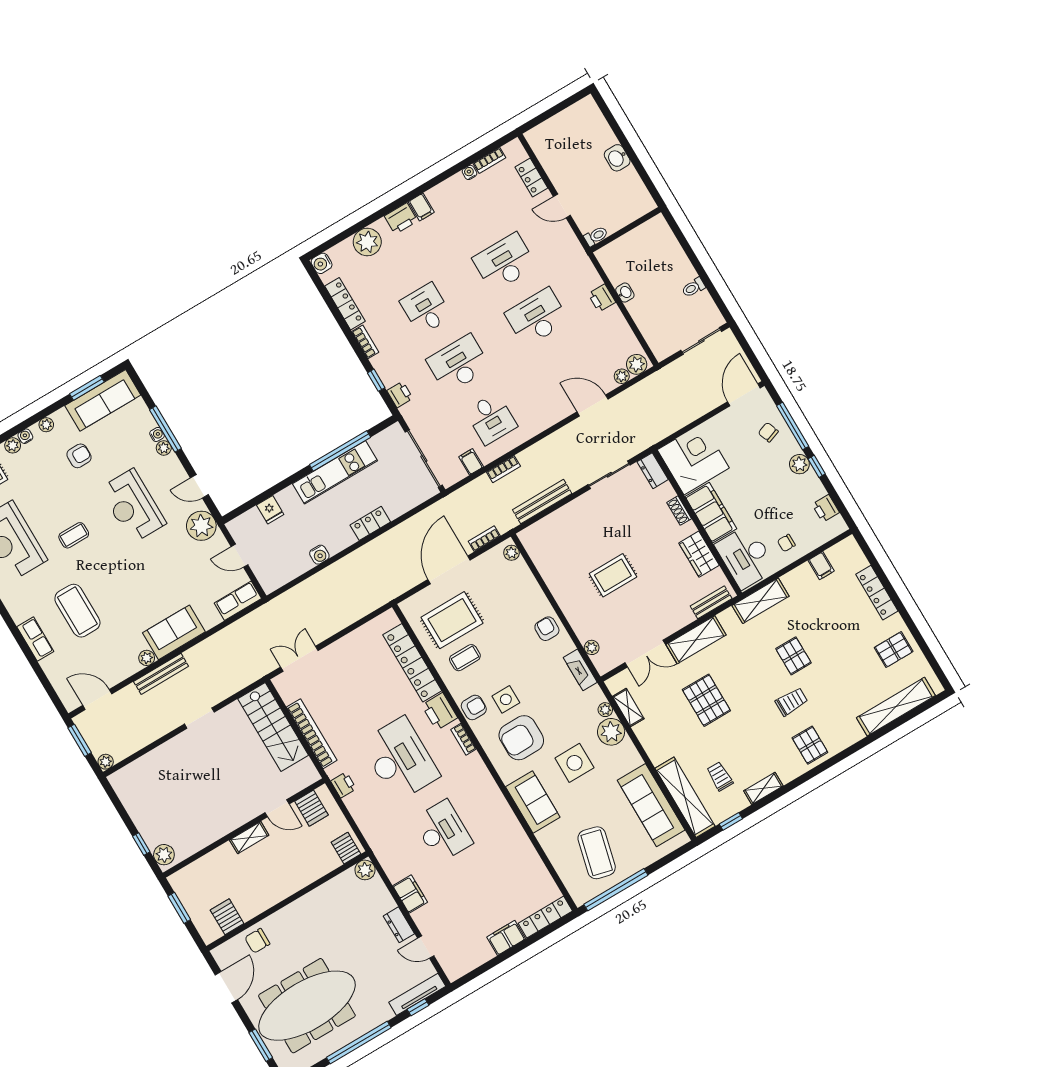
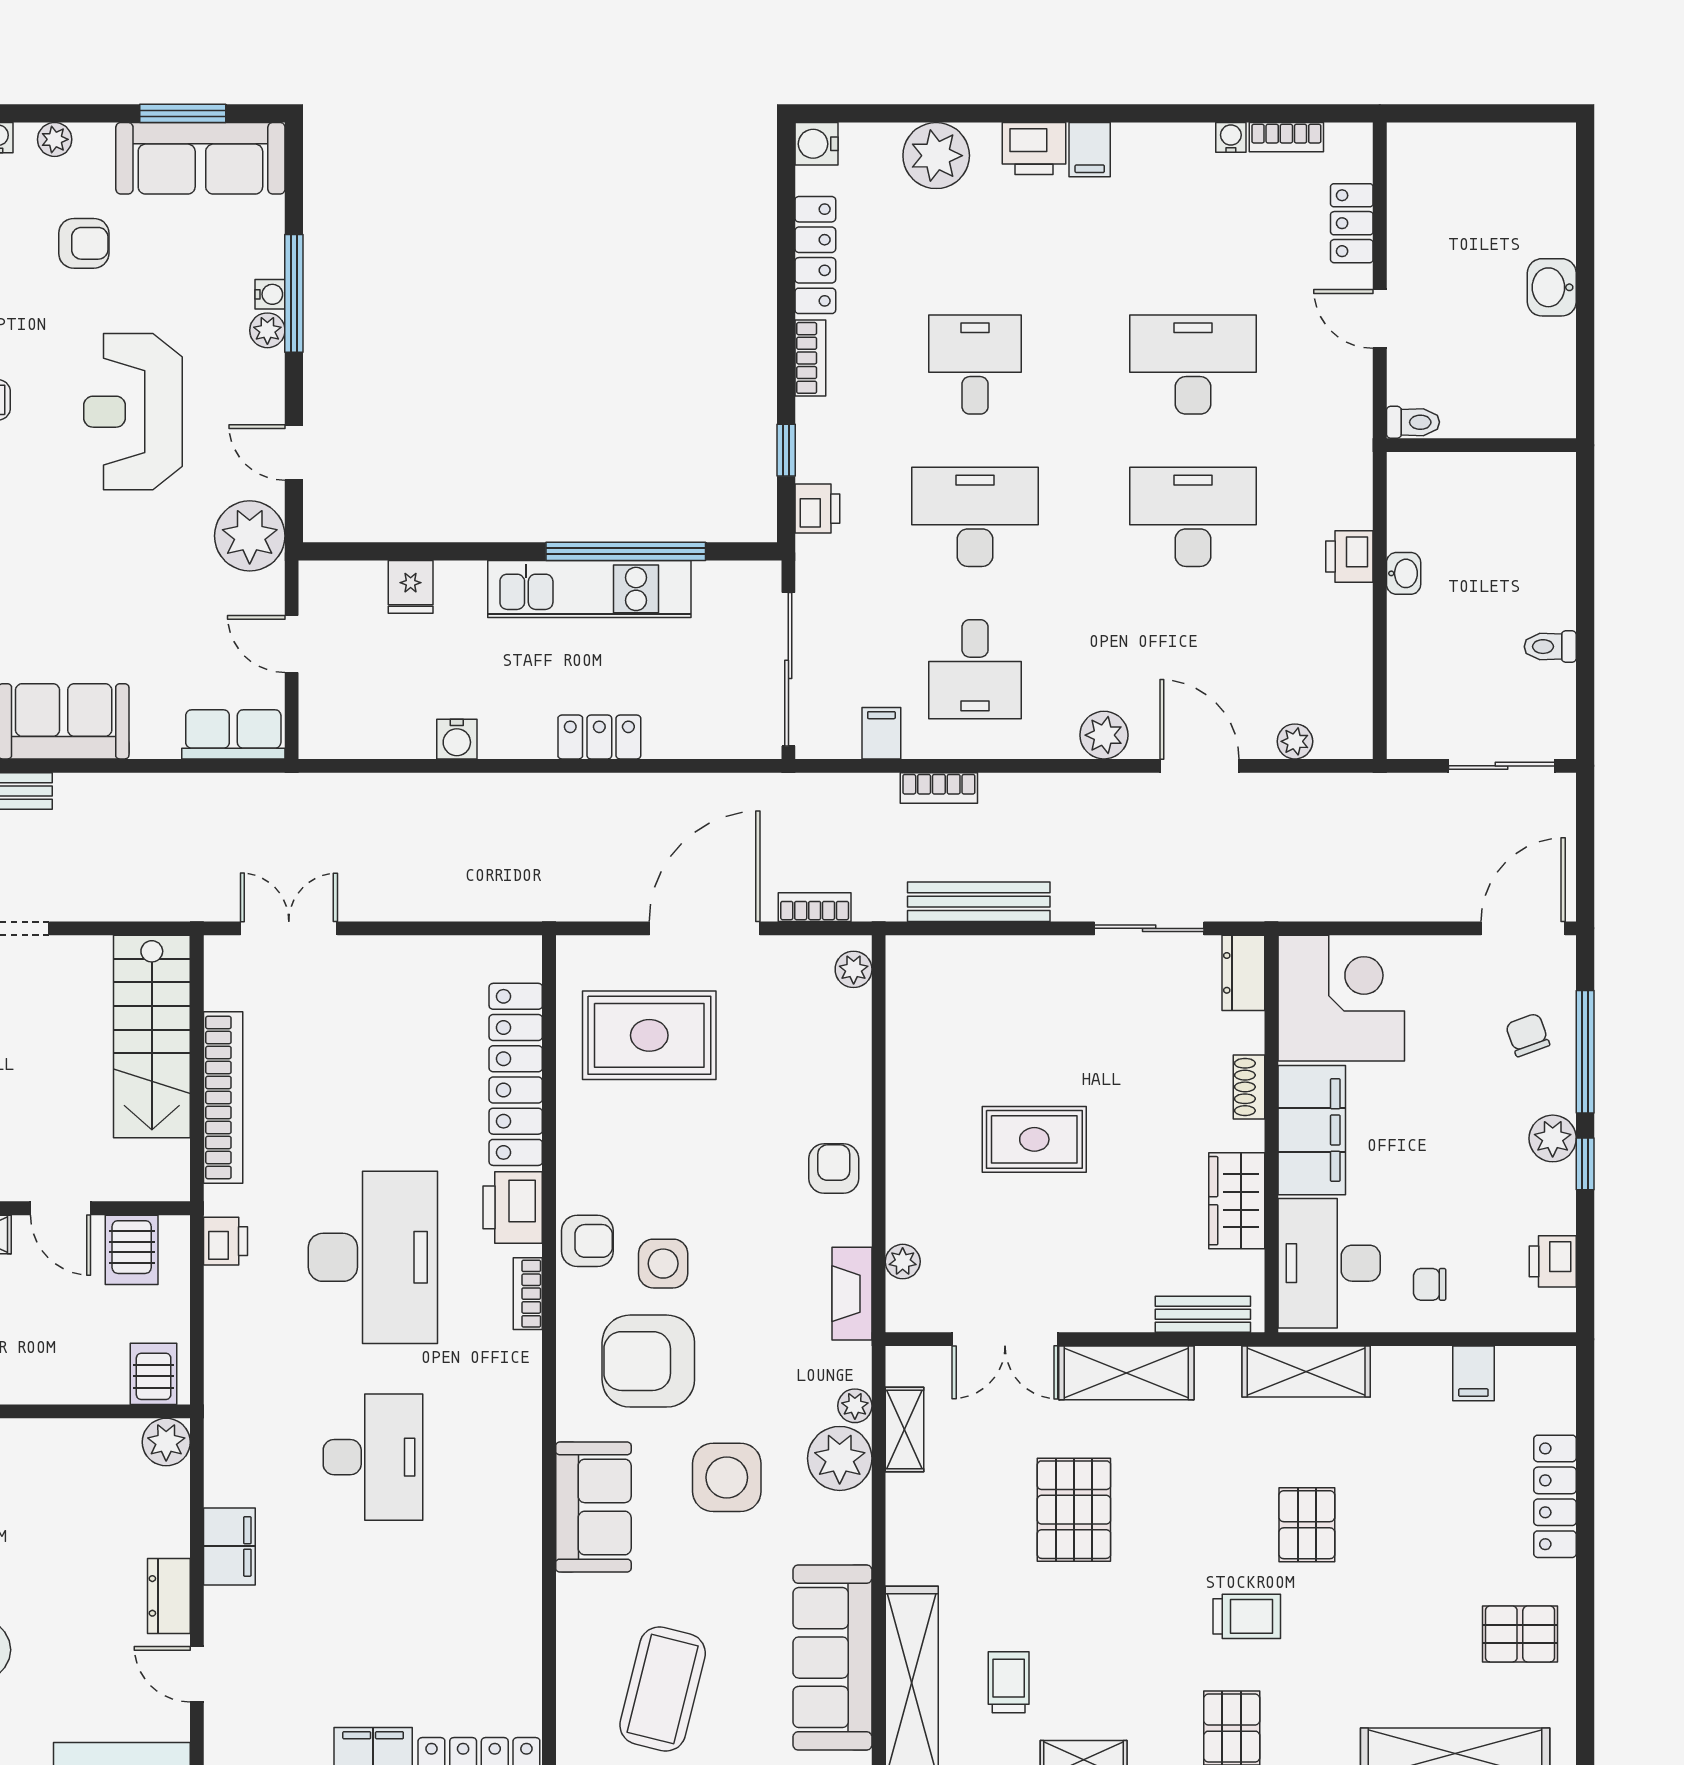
plant: (637, 364) -> (1104, 735), moved
coffee table: (465, 658) -> (630, 1128), removed

